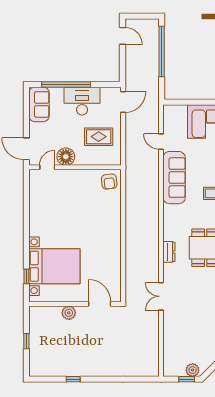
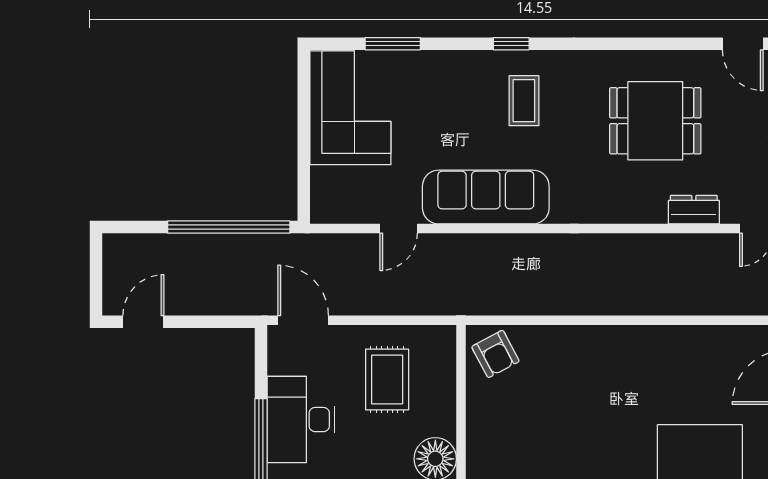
window: (162, 52) -> (229, 227), moved
armchair: (109, 182) -> (495, 354), turned 68
dresser: (169, 252) -> (694, 210), moved

